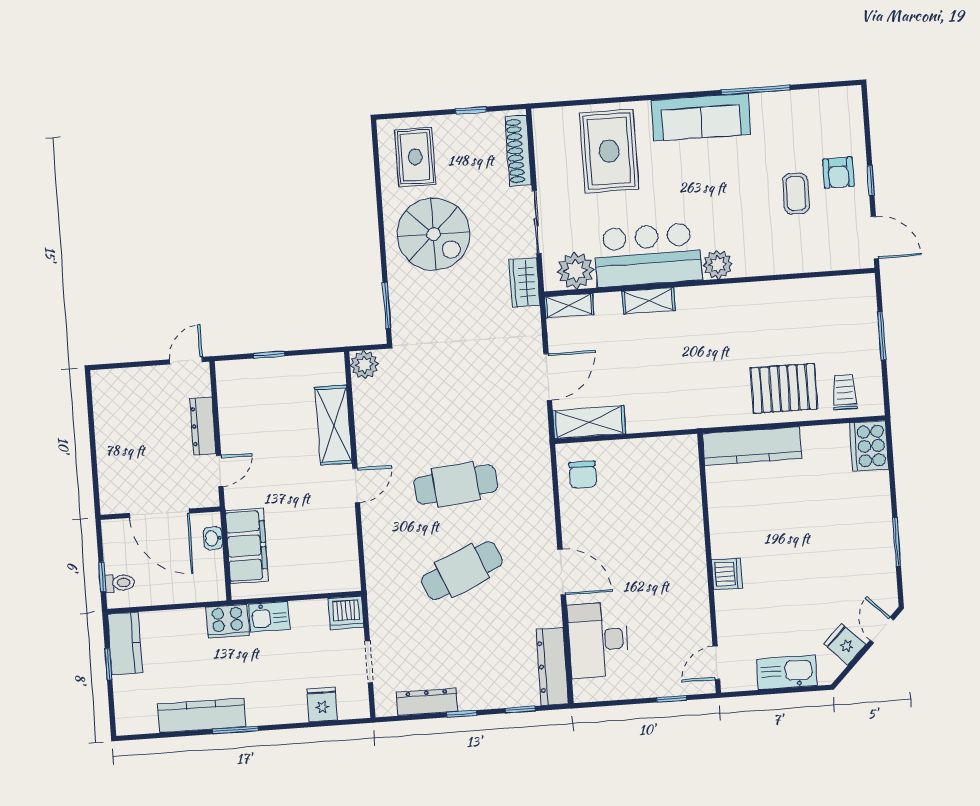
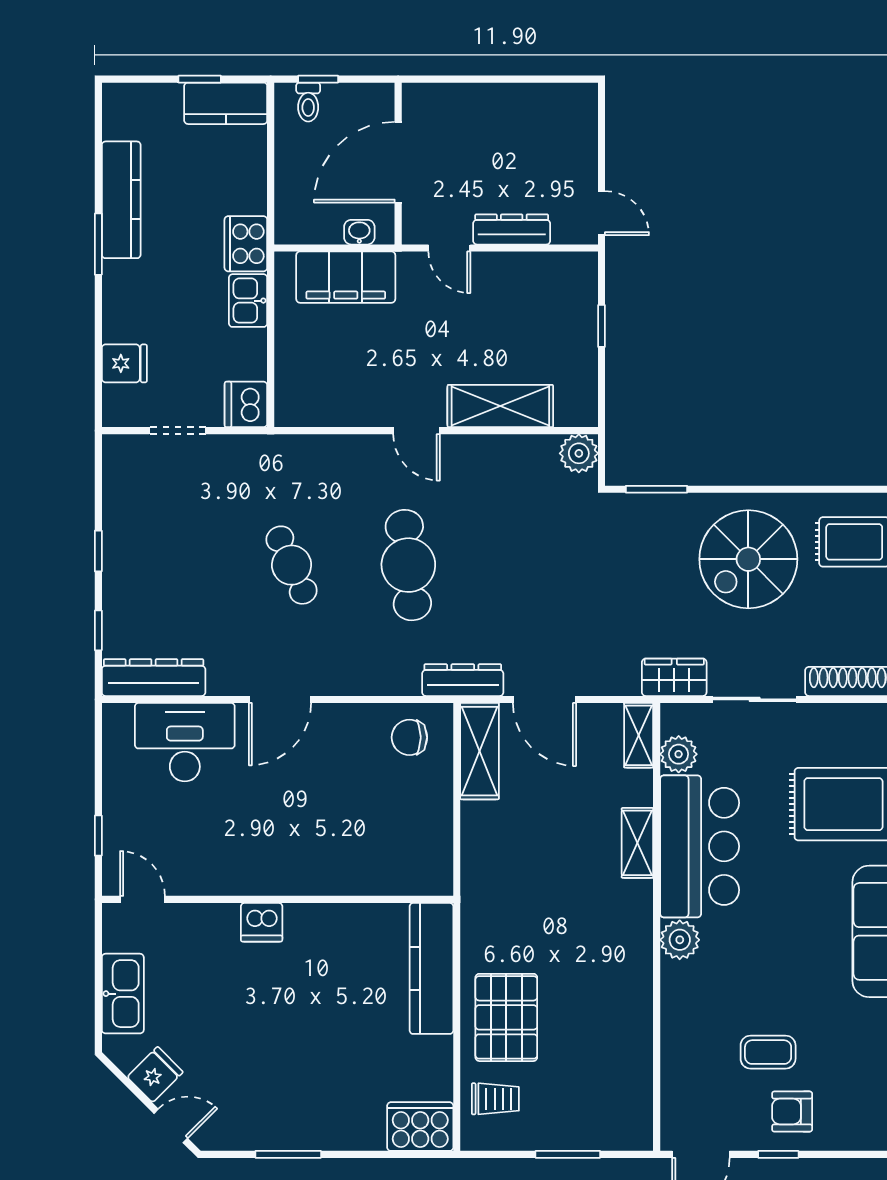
plant: (576, 271) -> (679, 754), width x0.73, depth x0.73
cafe table: (462, 571) -> (292, 565), width x0.73, depth x0.74
dresser: (427, 702) -> (463, 680), moved, turned -90

